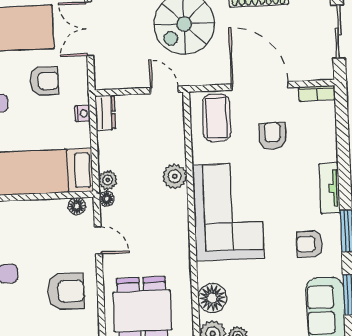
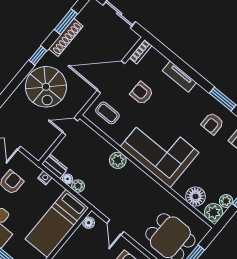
coffee table: (217, 118) -> (107, 113), width x0.73, depth x0.77
plant: (108, 180) -> (78, 186), moved
tv unit: (330, 188) -> (179, 77), moved
floor lamp: (107, 199) -> (68, 179), moved
door: (98, 240) -> (115, 227), swing flipped

